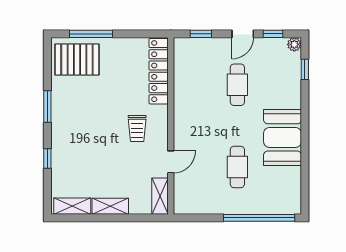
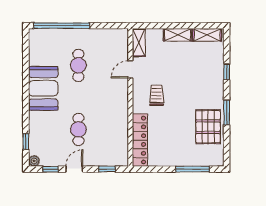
pallet: (77, 60) -> (208, 127), moved, turned 90

